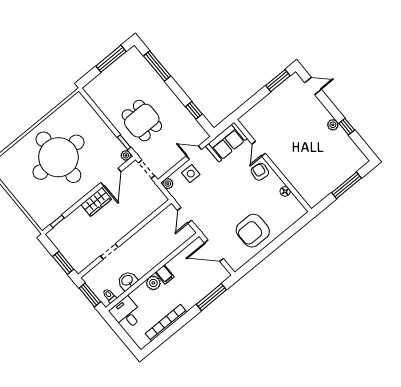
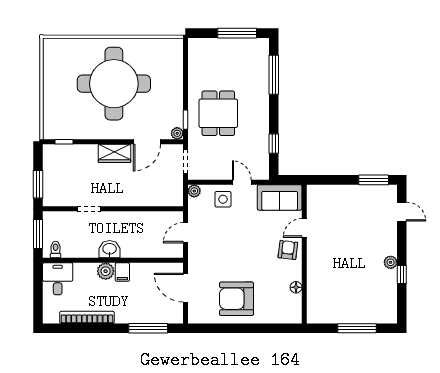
washbasin: (127, 281) -> (110, 249), moved

